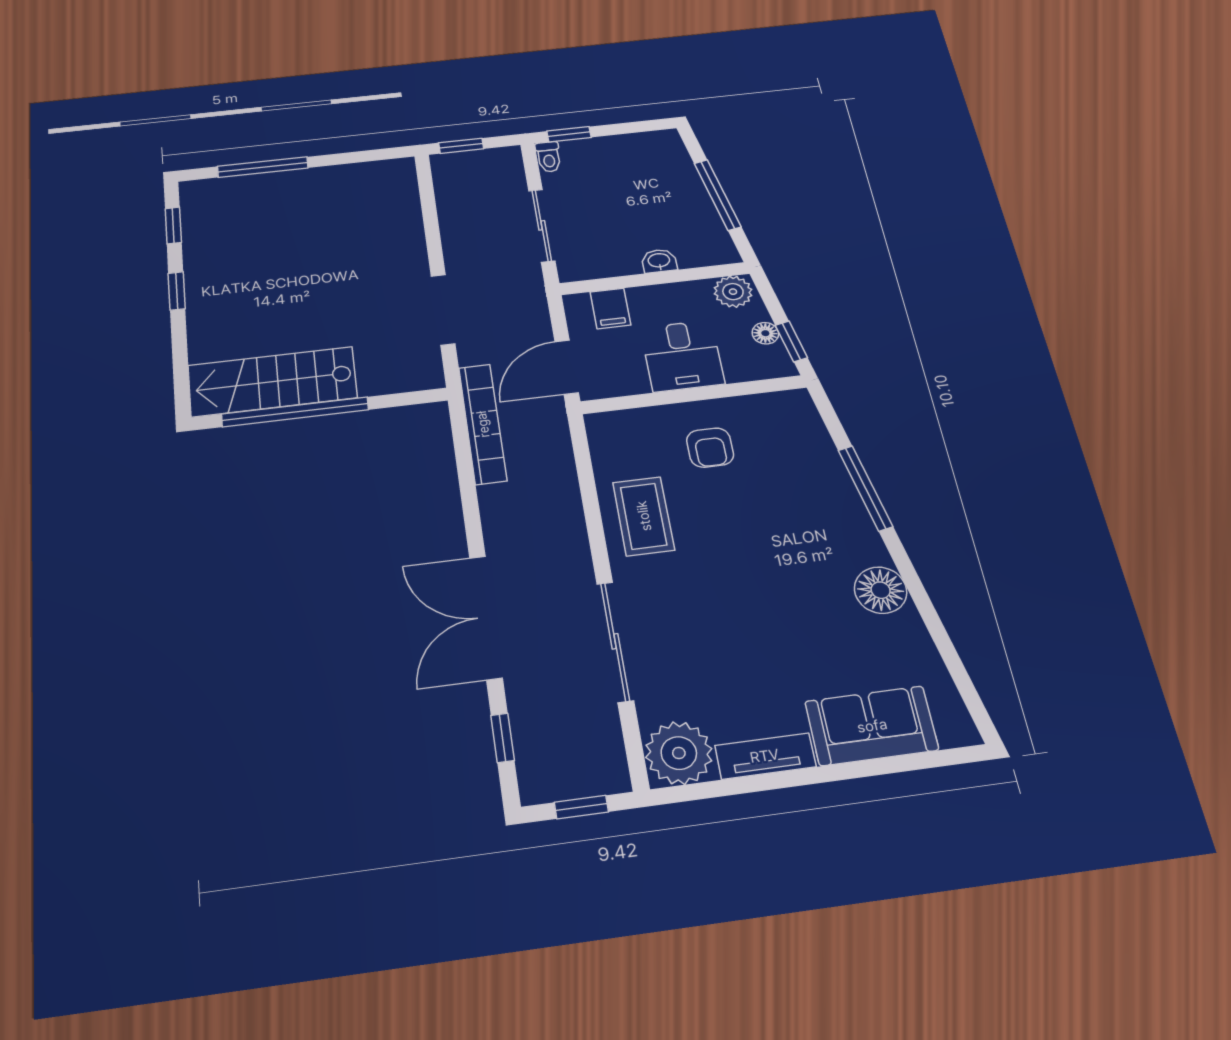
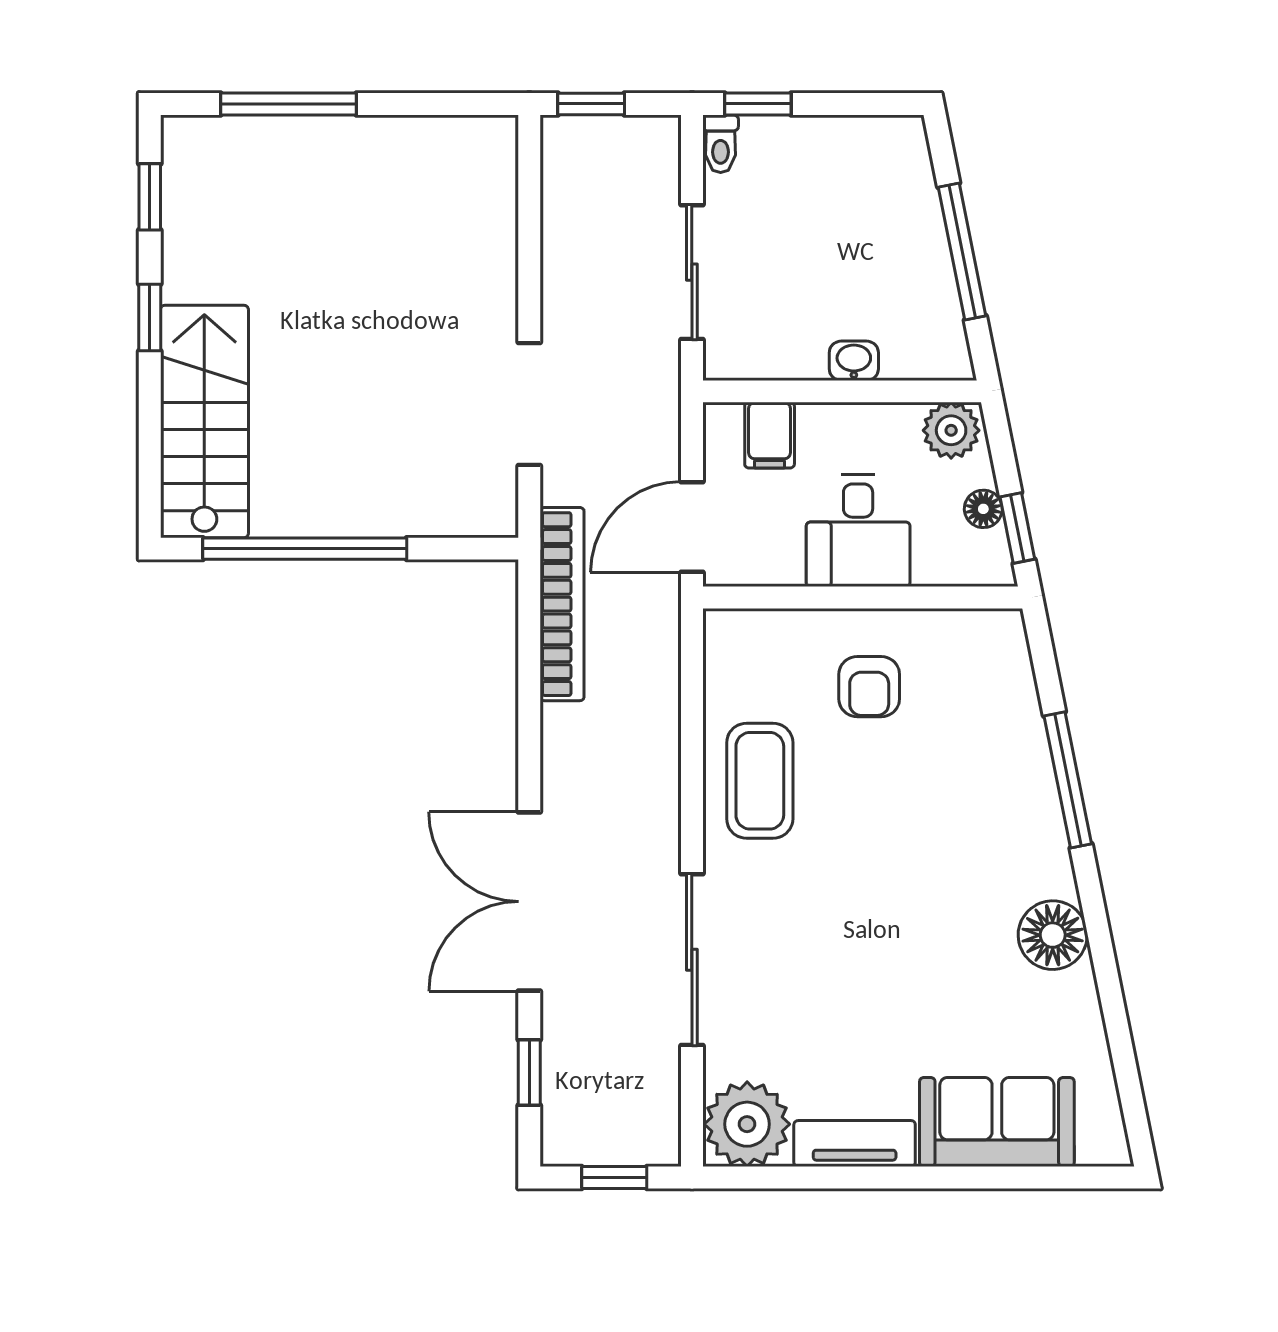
stairs: (272, 382) -> (204, 422), moved, turned 90

